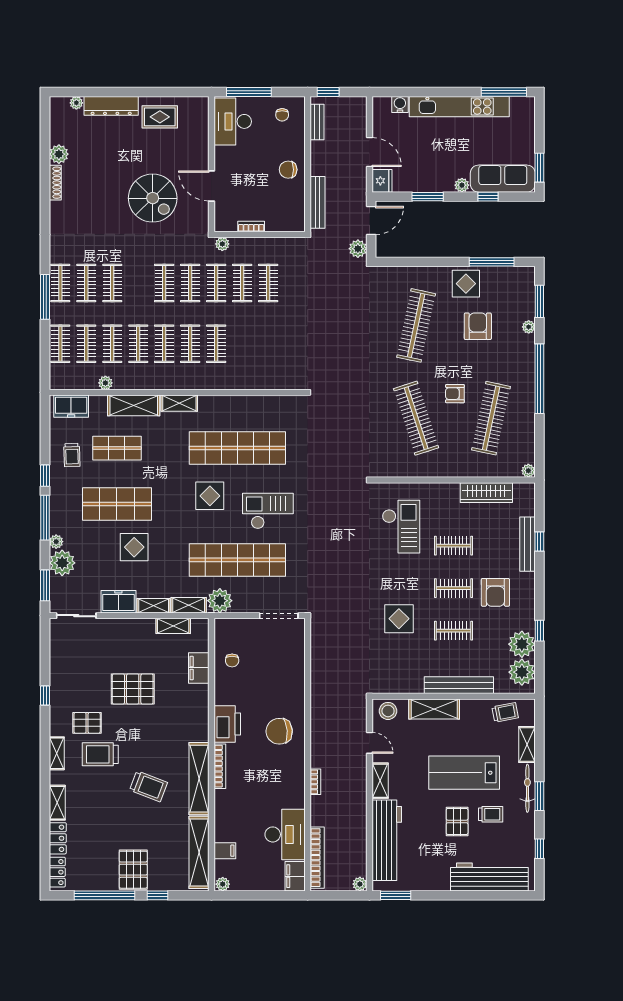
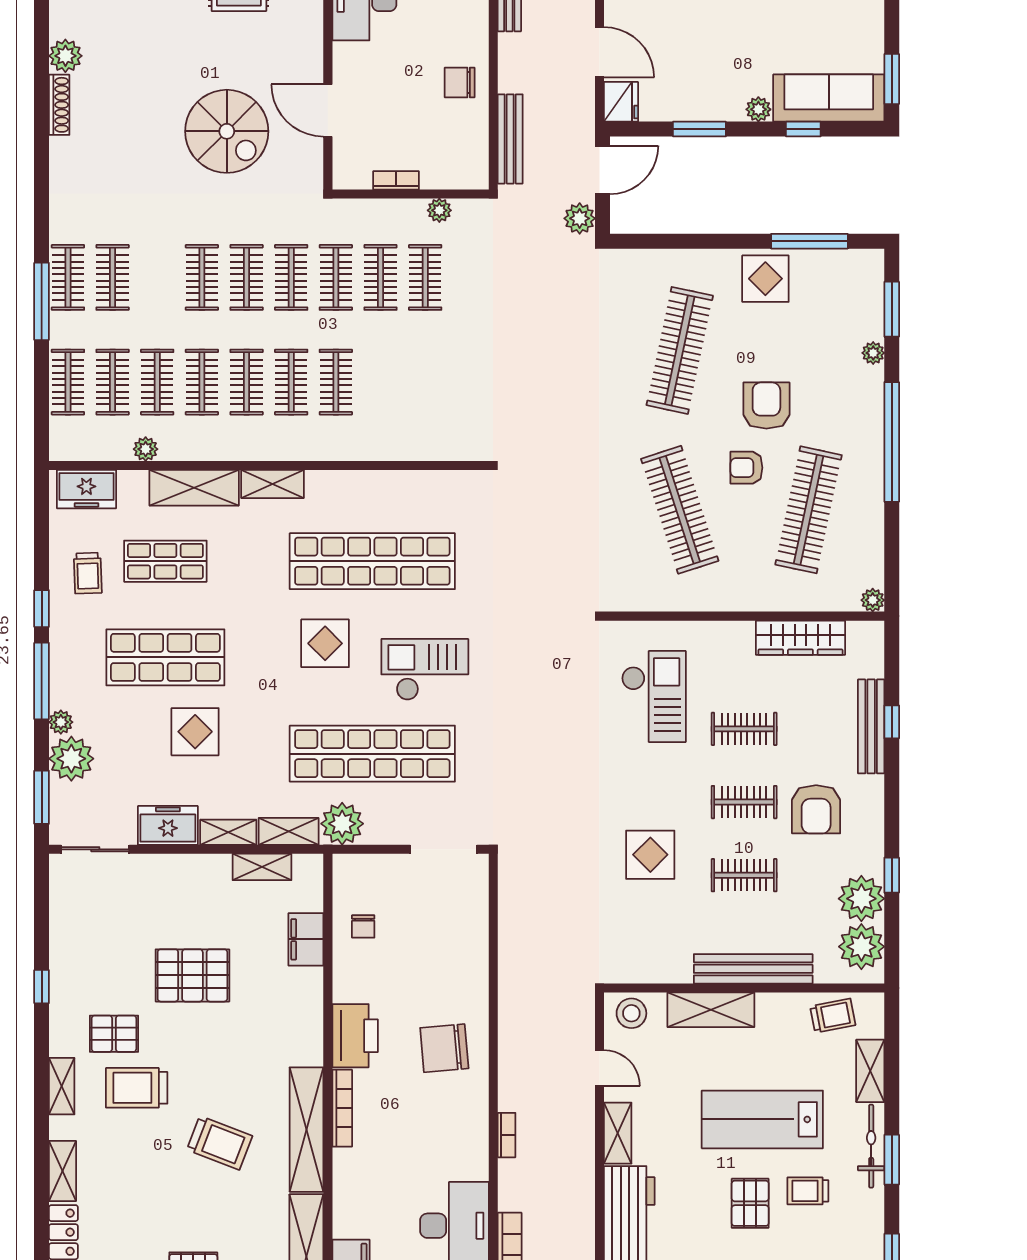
plant: (222, 244) -> (439, 210), moved
clothes rail: (112, 283) -> (202, 277), moved
armchair: (478, 326) -> (766, 406), moved
trolley: (491, 814) -> (808, 1191), turned 180

